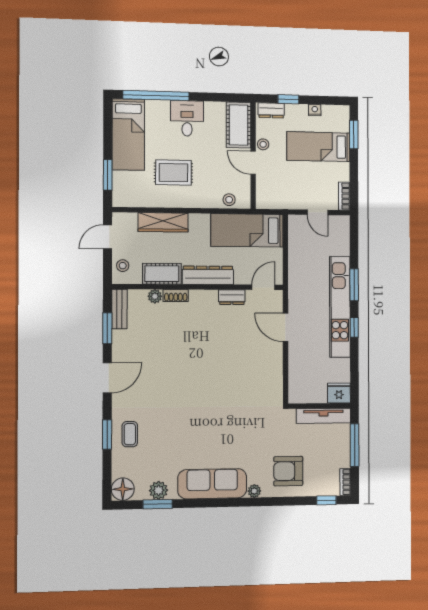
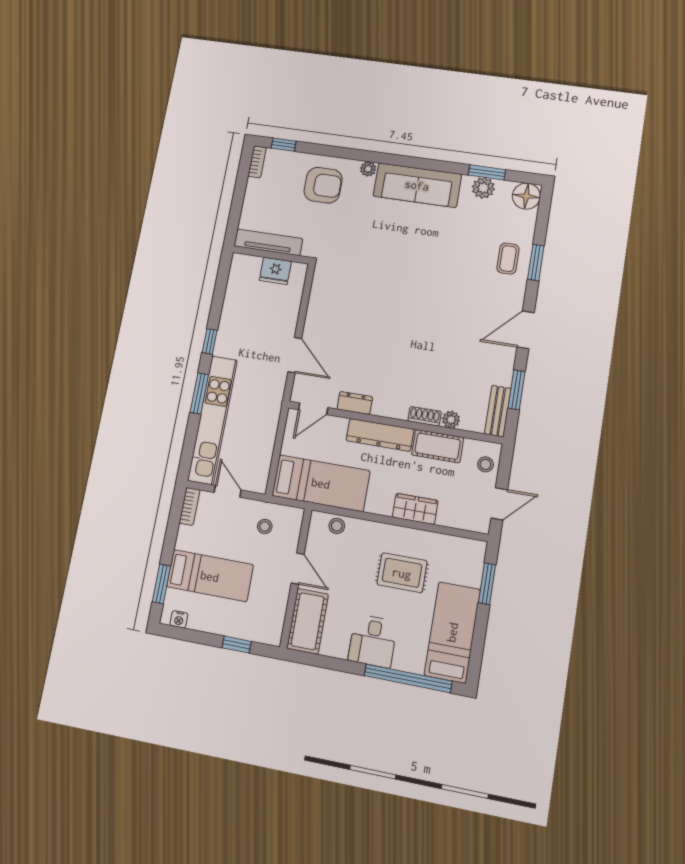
dresser: (271, 110) -> (262, 633), removed
nightstand: (315, 110) -> (179, 619), moved
stool: (263, 144) -> (265, 527), moved
wardrobe: (163, 222) -> (415, 509), width x0.67
kitchen unit: (340, 307) -> (213, 420), moved
fridge: (339, 393) -> (275, 271), moved
window: (355, 445) -> (237, 202), removed

